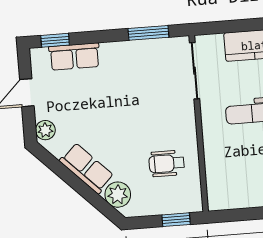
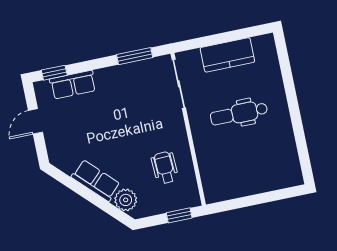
plant: (45, 130) -> (56, 152), removed
wheelchair: (167, 163) -> (165, 168), turned 87

